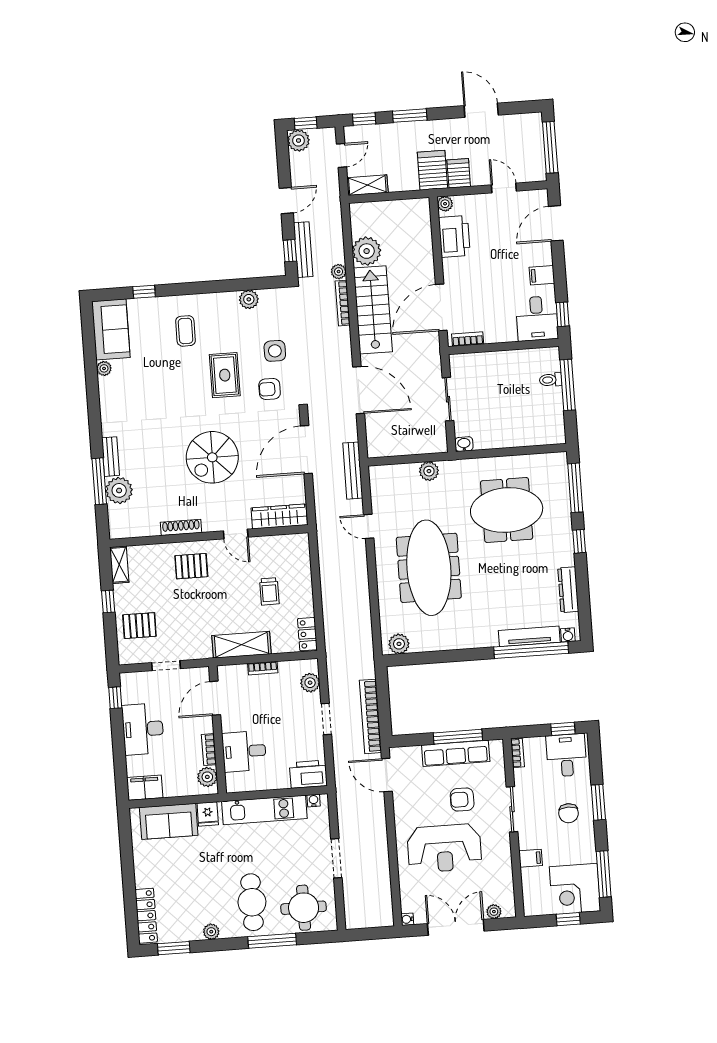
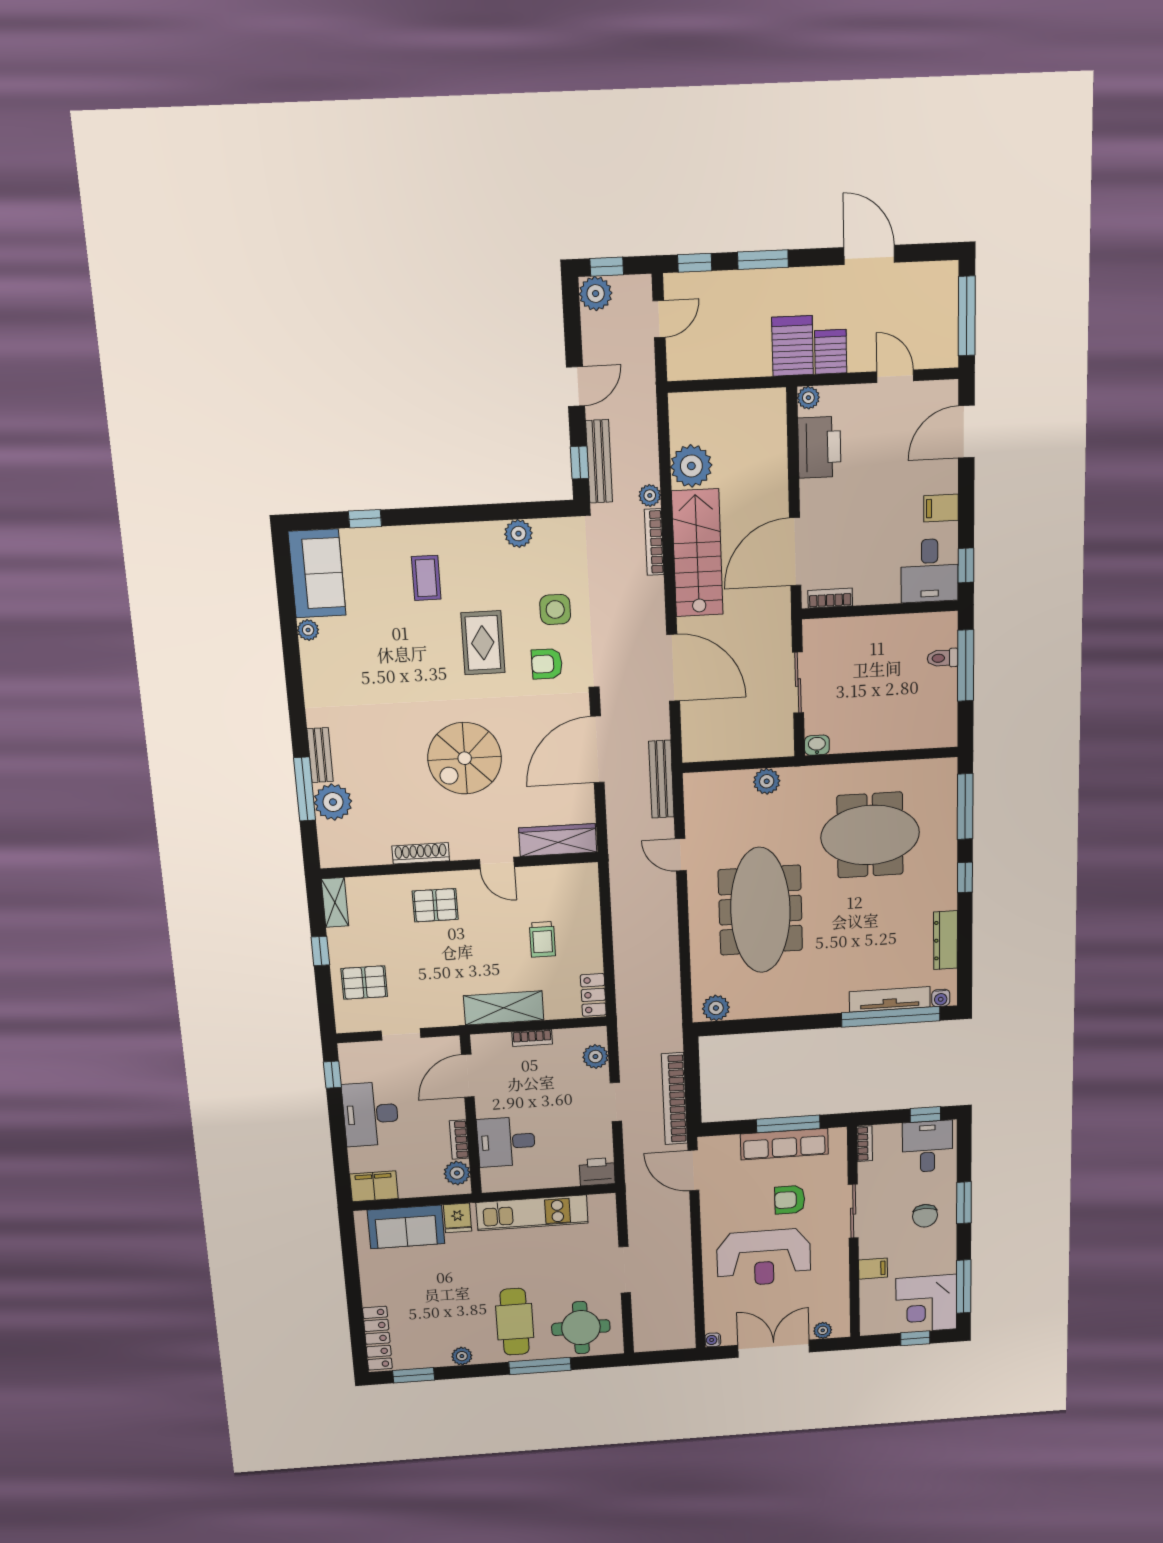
shelving: (367, 185) -> (696, 366), removed
printer: (308, 774) -> (597, 1172), width x0.73, depth x0.84
water cooler: (314, 801) -> (597, 1201), removed

